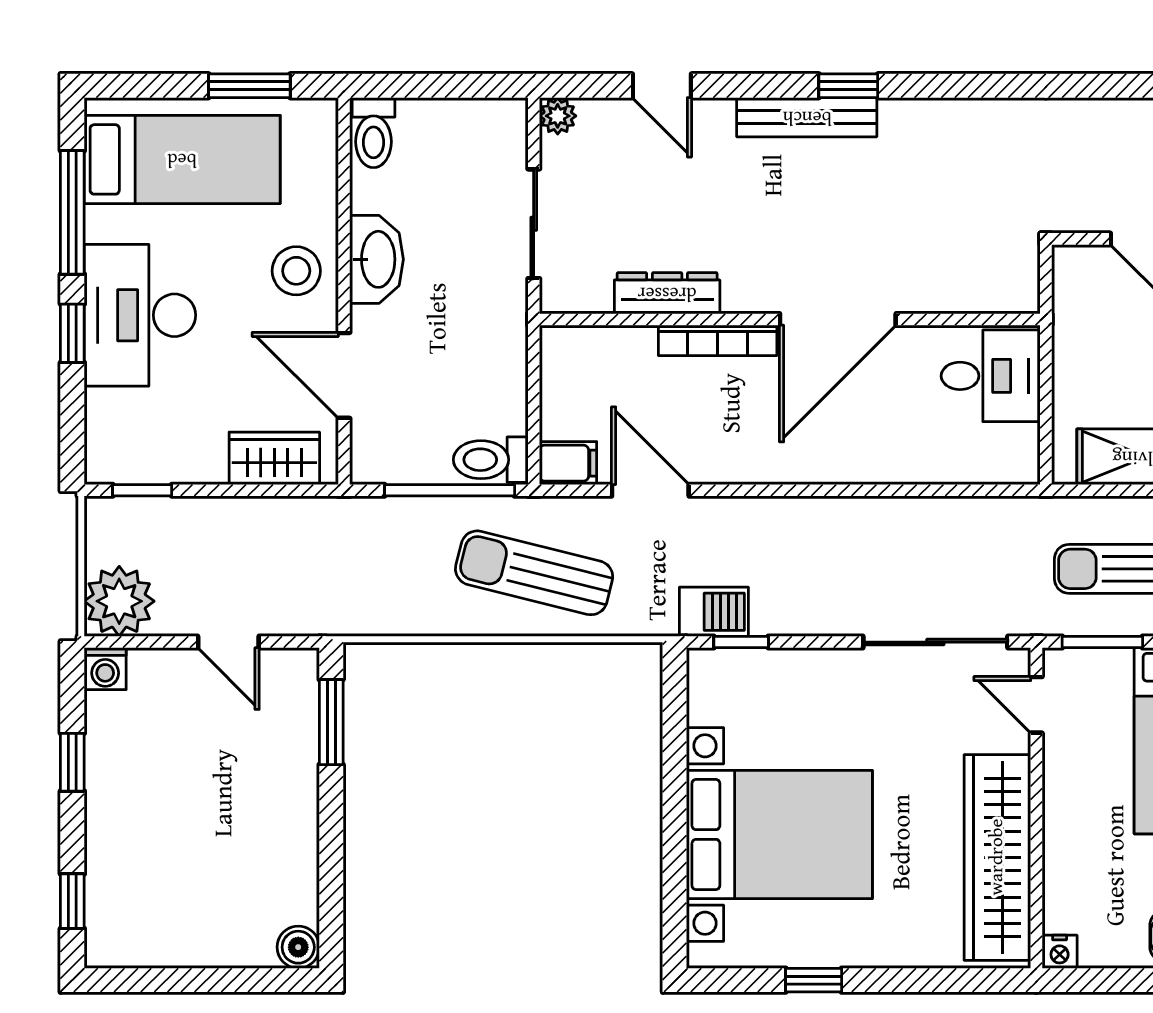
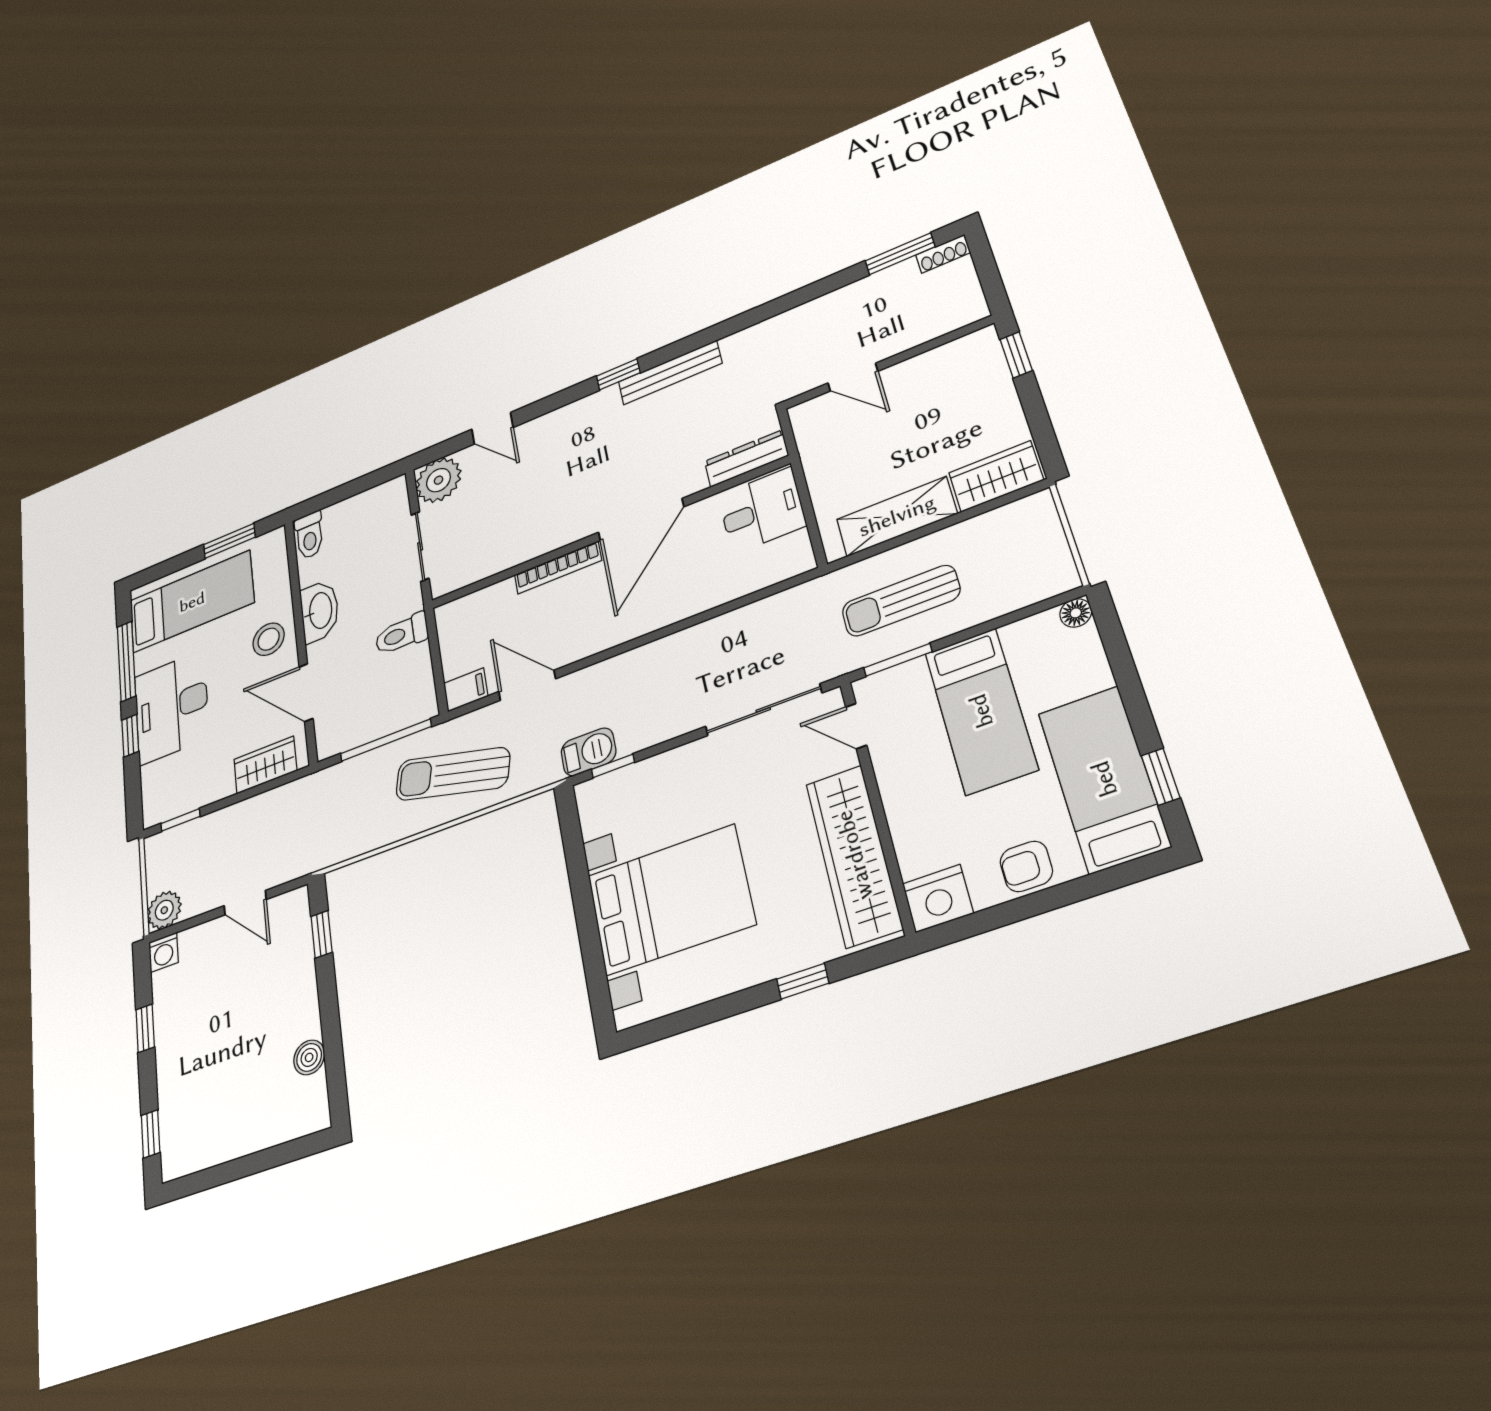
plant: (558, 116) -> (438, 480), width x1.88, depth x1.88
bench: (807, 117) -> (670, 373), moved
dresser: (667, 293) -> (746, 459), moved
toilet: (491, 460) -> (402, 634), moved
plant: (119, 601) -> (164, 910), width x0.73, depth x0.73
window: (331, 722) -> (322, 934), width x0.67
boiler: (298, 947) -> (309, 1057), moved
nightstand: (1060, 952) -> (938, 899), width x1.89, depth x1.79
window: (814, 980) -> (803, 981), moved

